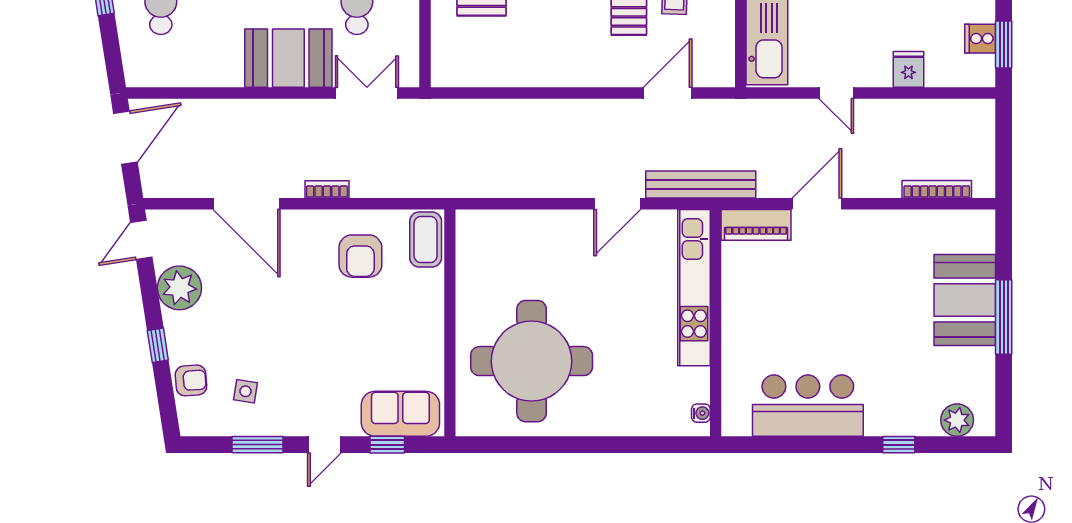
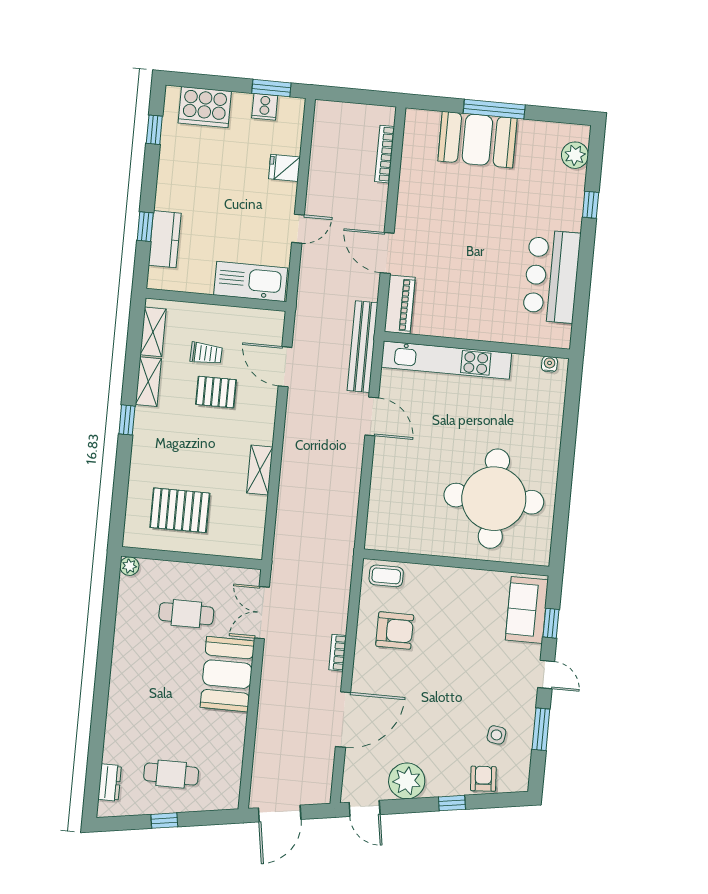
shelving: (539, 74) -> (260, 470), added
door: (125, 138) -> (280, 814), swing flipped
coffee table: (426, 240) -> (386, 576), width x0.73, depth x0.77

